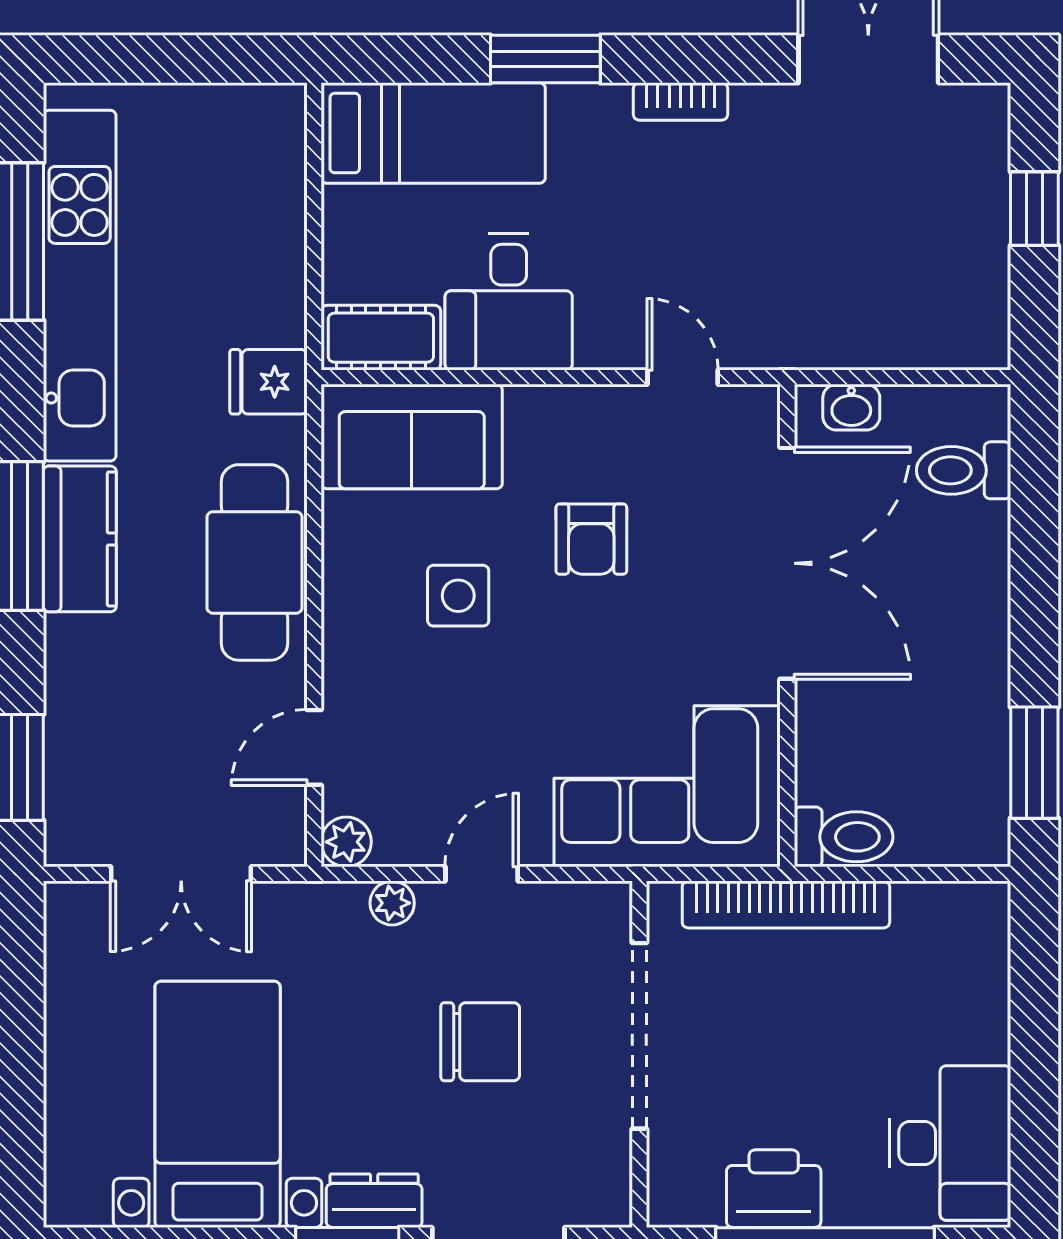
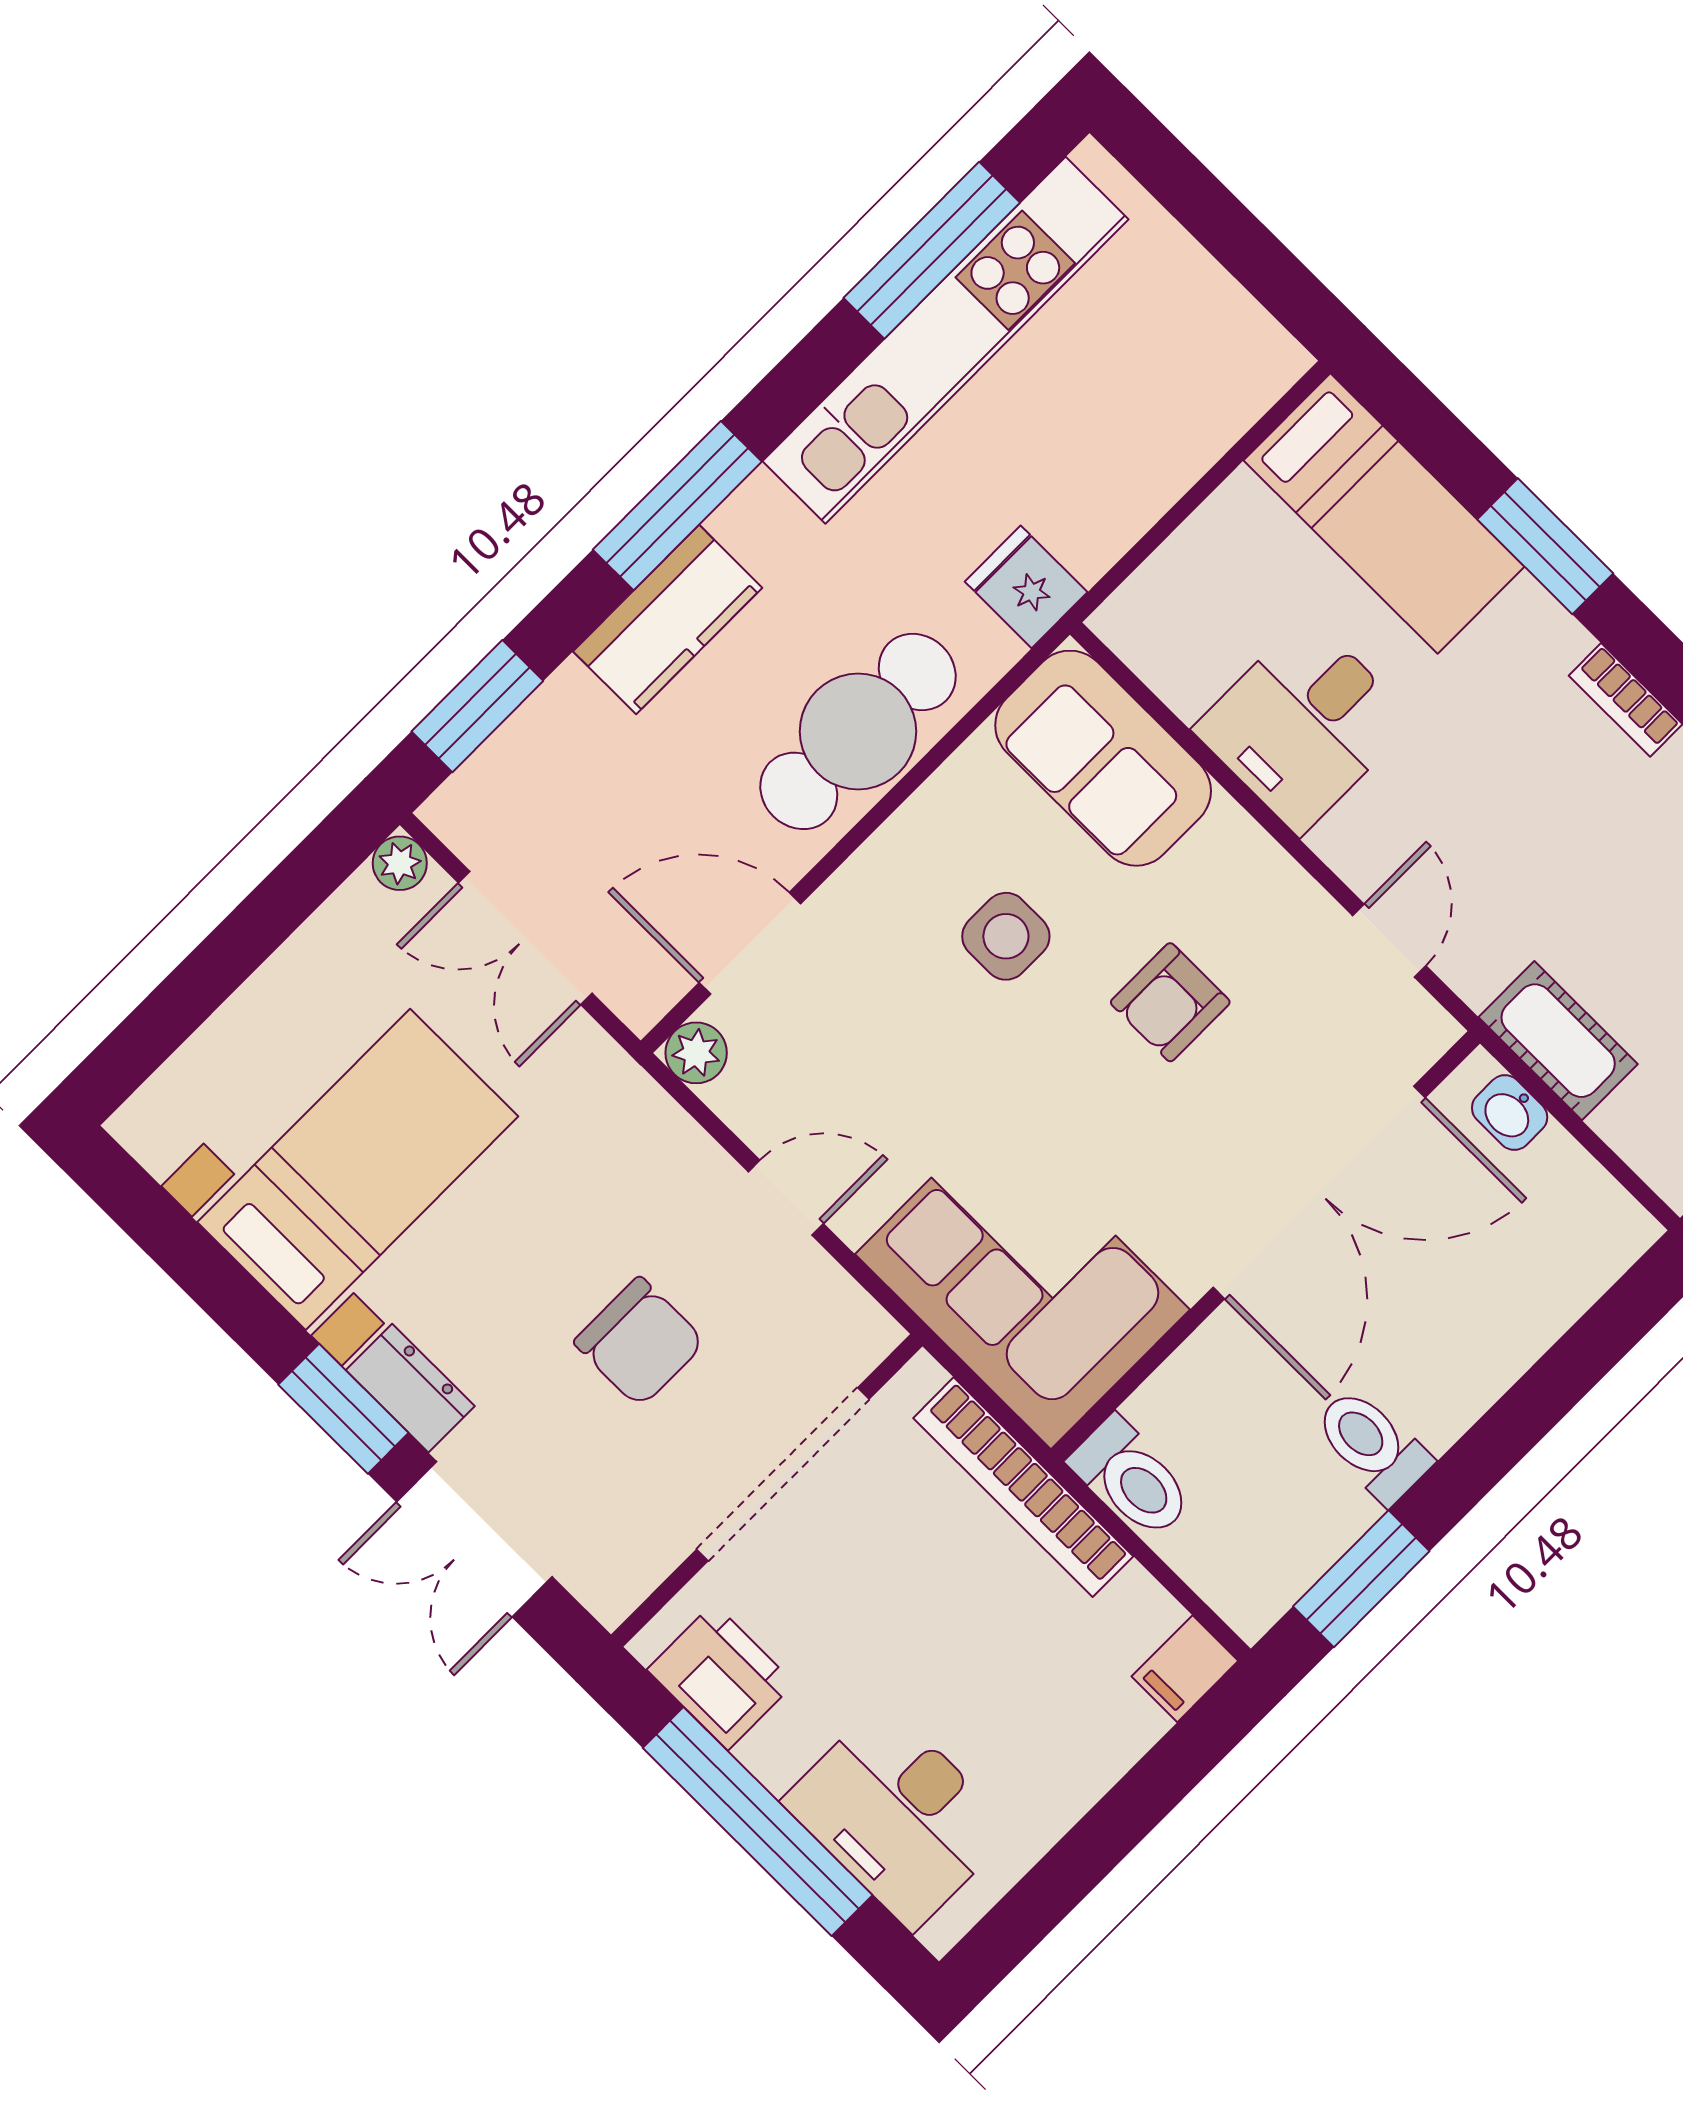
cot: (381, 338) -> (1558, 1041), moved
toilet: (964, 470) -> (1372, 1445), moved
kitchen counter: (80, 539) -> (668, 620), moved
door: (314, 747) -> (750, 943), width x1.38
plant: (392, 903) -> (400, 863), moved
filing cabinet: (984, 916) -> (1185, 1669), added
desk: (950, 1143) -> (898, 1816), moved, turned 90
printer: (774, 1189) -> (721, 1677), moved

